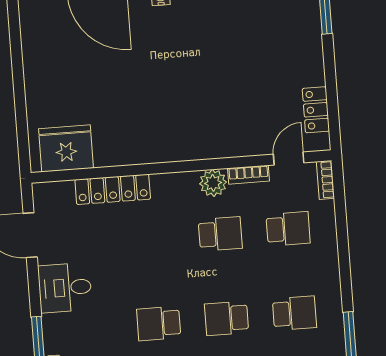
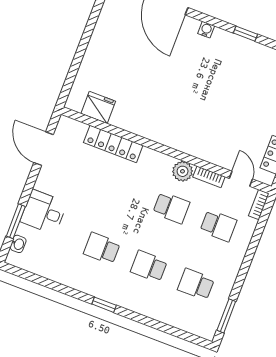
fridge: (66, 148) -> (98, 107), width x0.73, depth x0.75
door: (289, 159) -> (241, 179), hinge flipped
desk: (65, 288) -> (44, 212), moved
school desk: (294, 313) -> (196, 284), turned 180

